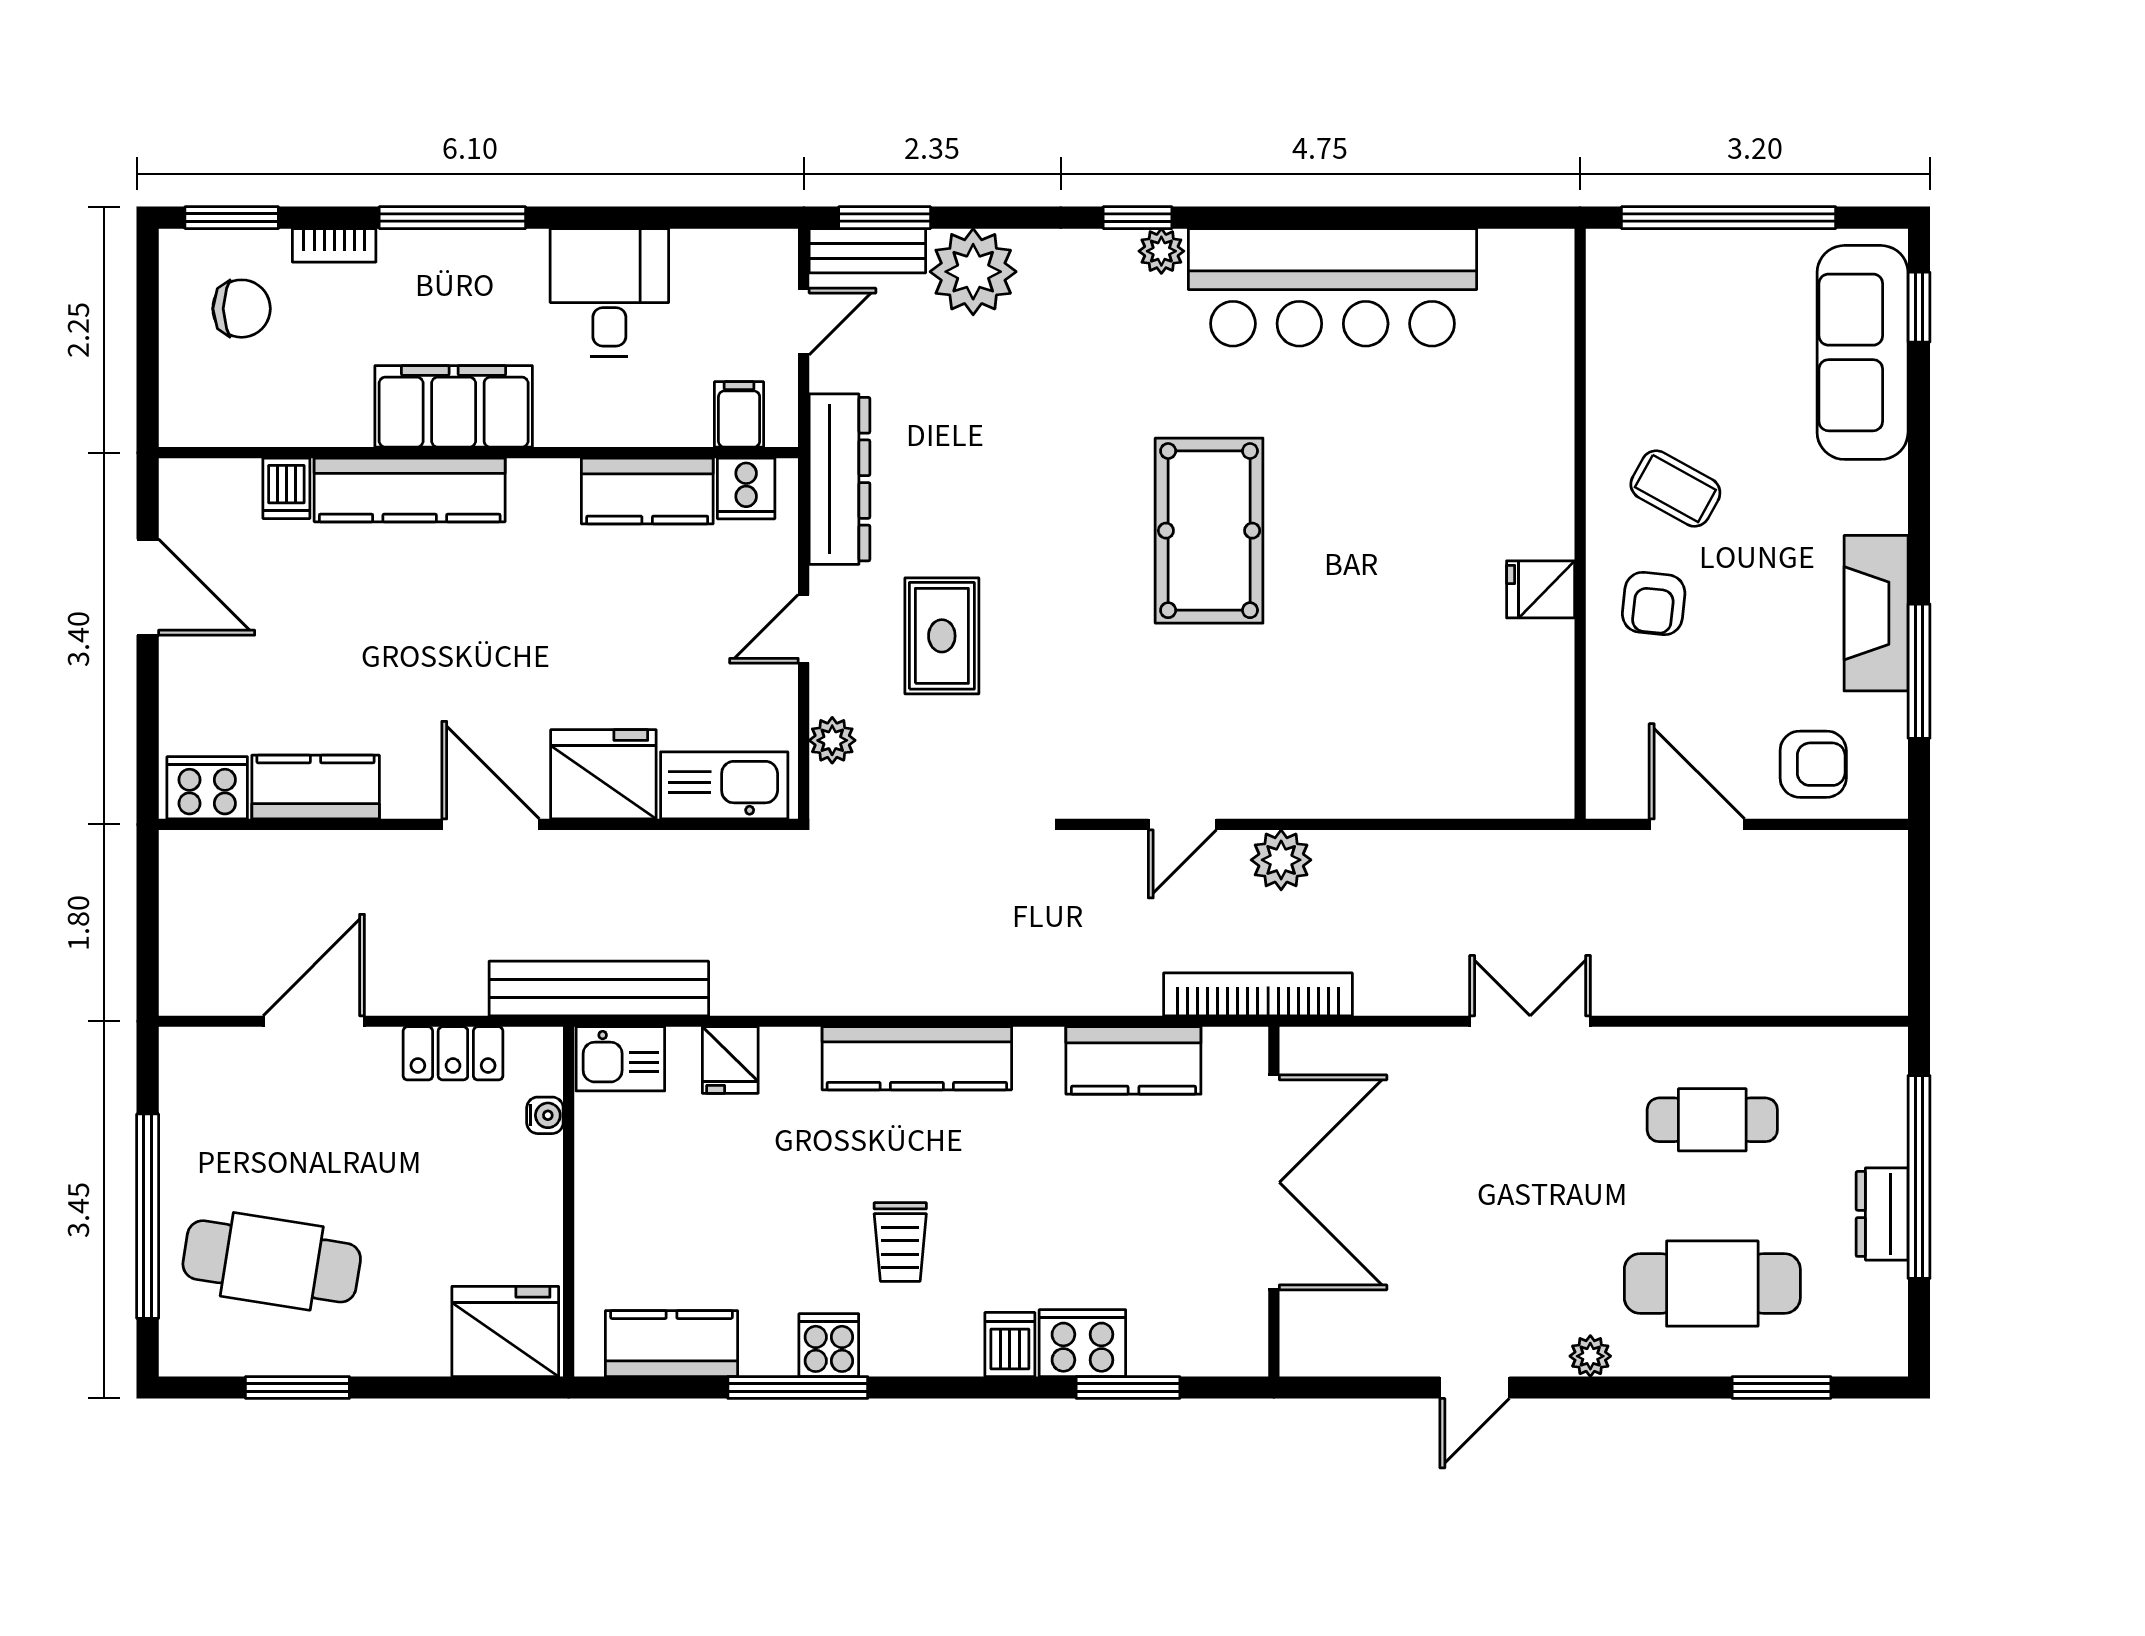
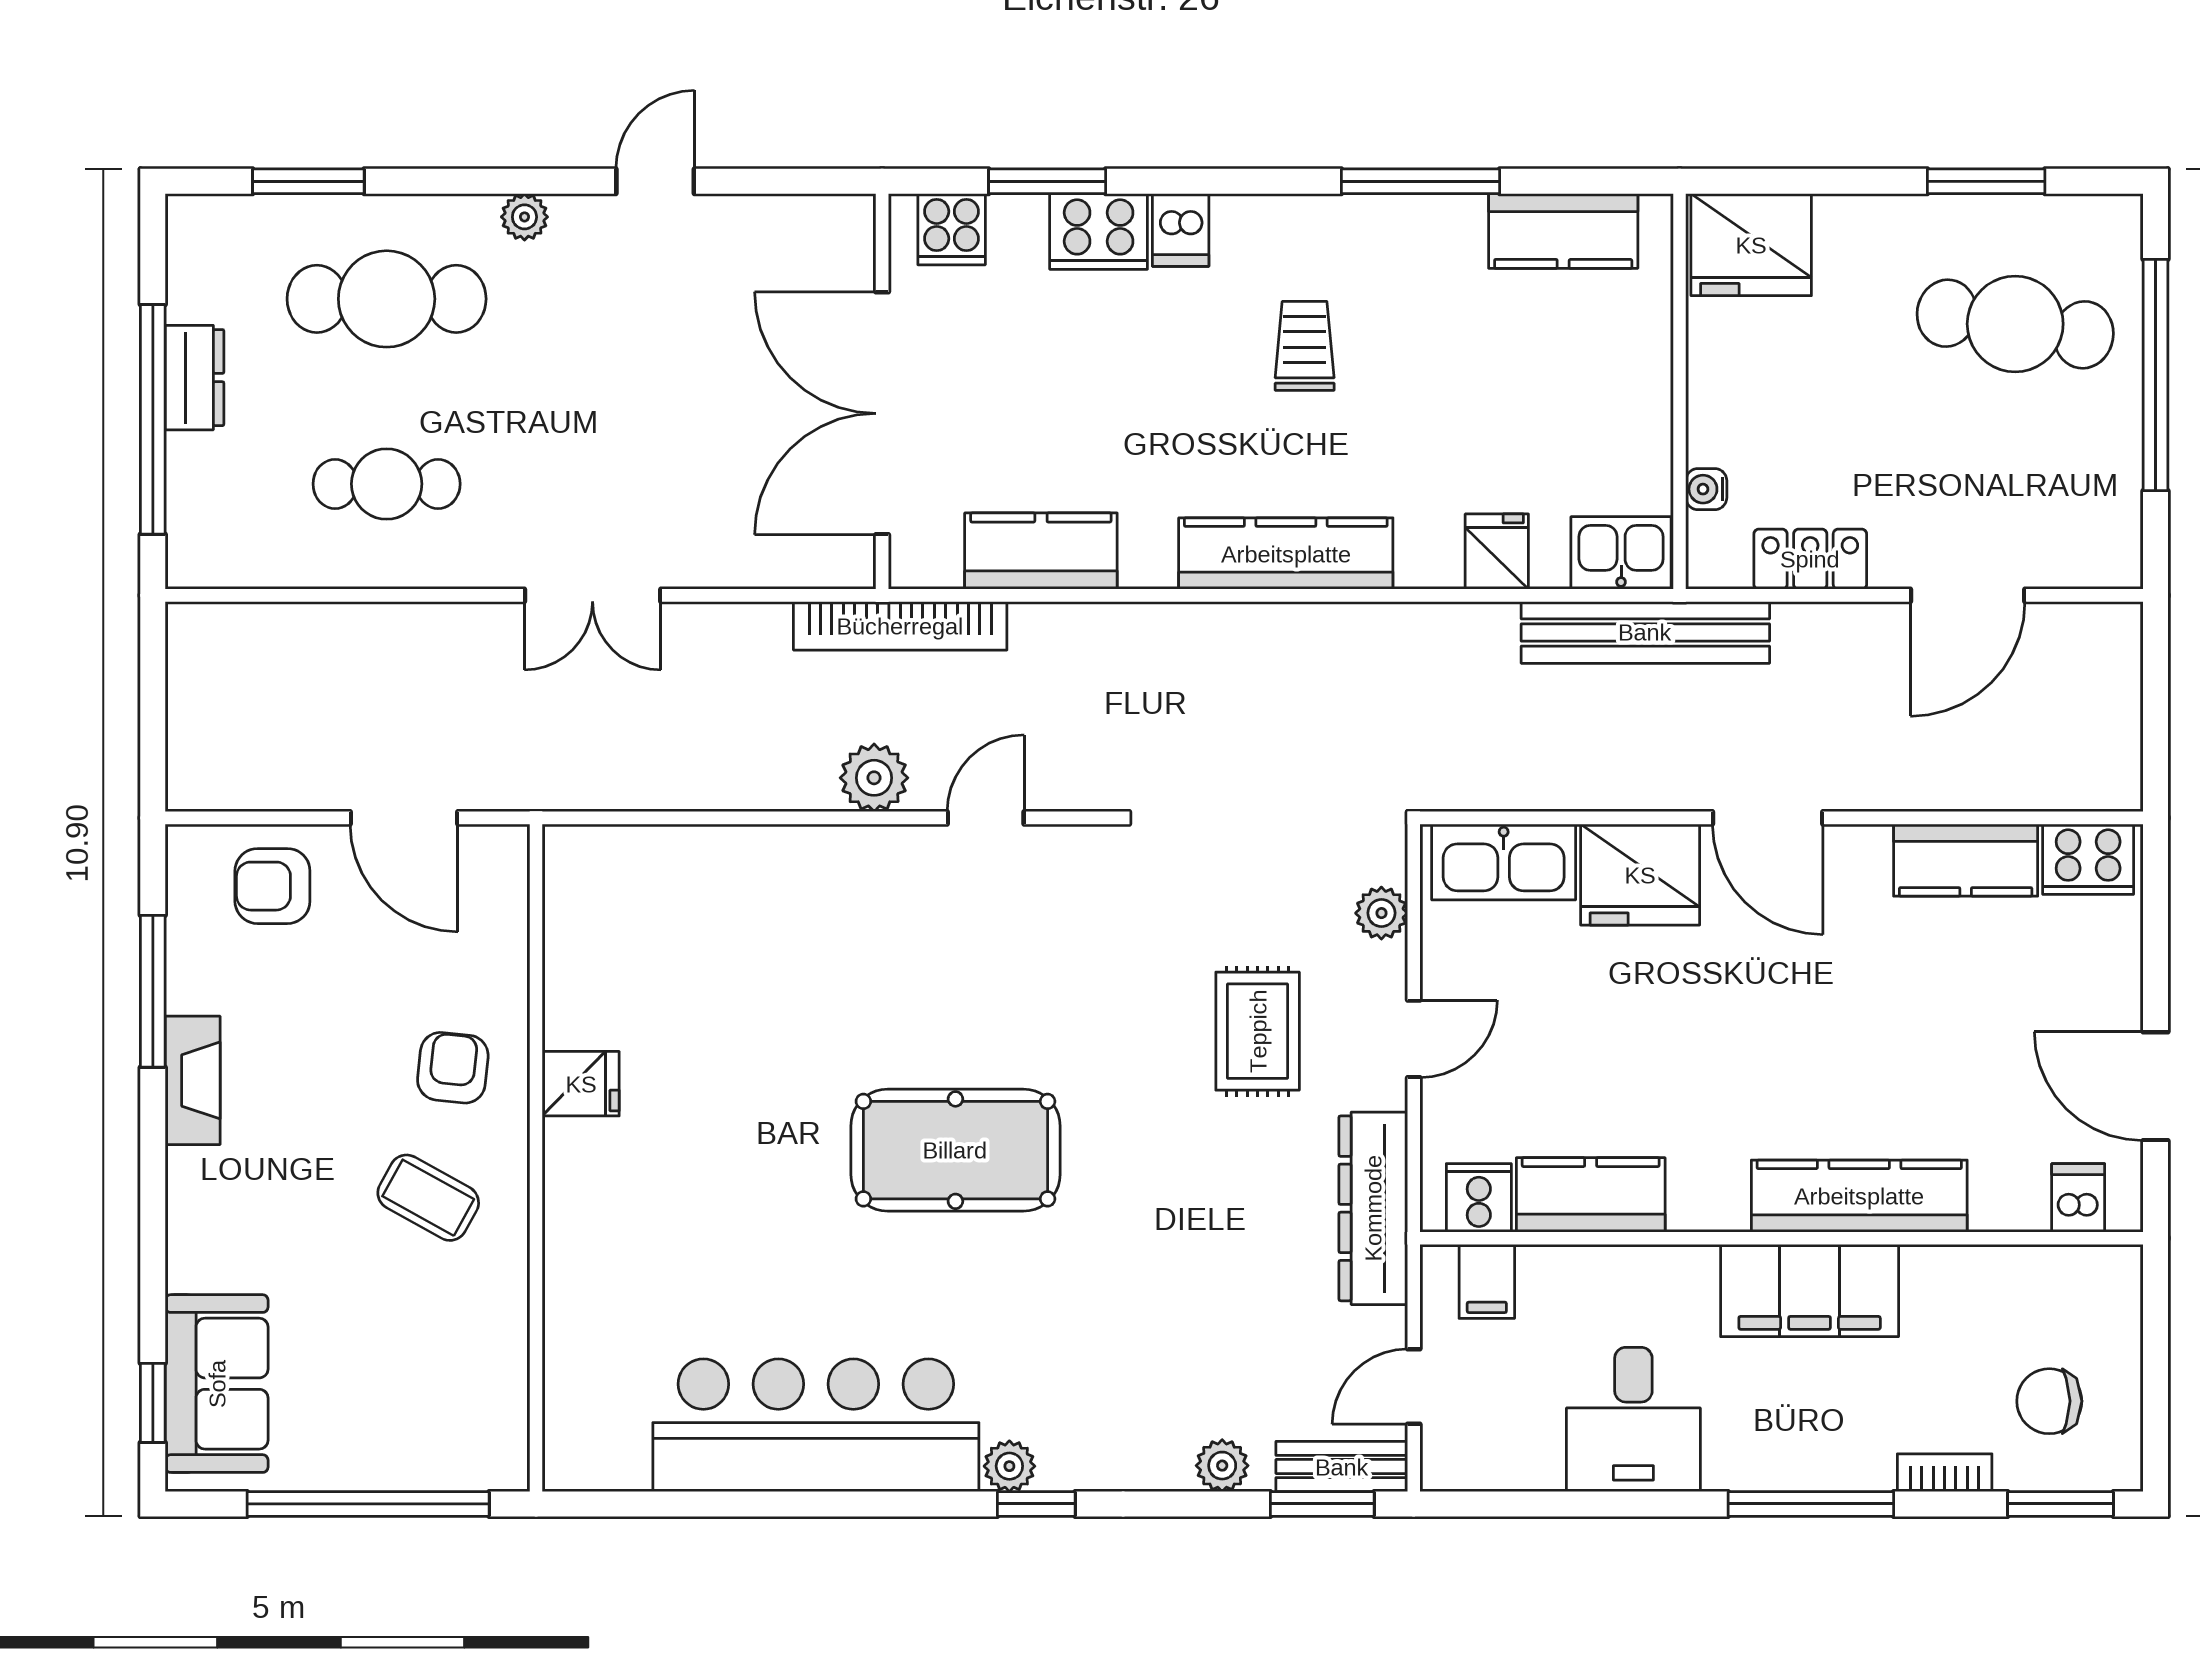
plant: (973, 272) -> (1222, 1466), width x0.53, depth x0.53
sofa: (1863, 352) -> (217, 1384), width x0.73
dishwasher: (286, 488) -> (2078, 1198), moved
pool table: (1209, 531) -> (955, 1150), turned 90
fireplace: (1876, 613) -> (193, 1080), width x0.73, depth x0.76
cooker: (829, 1345) -> (952, 229), moved

